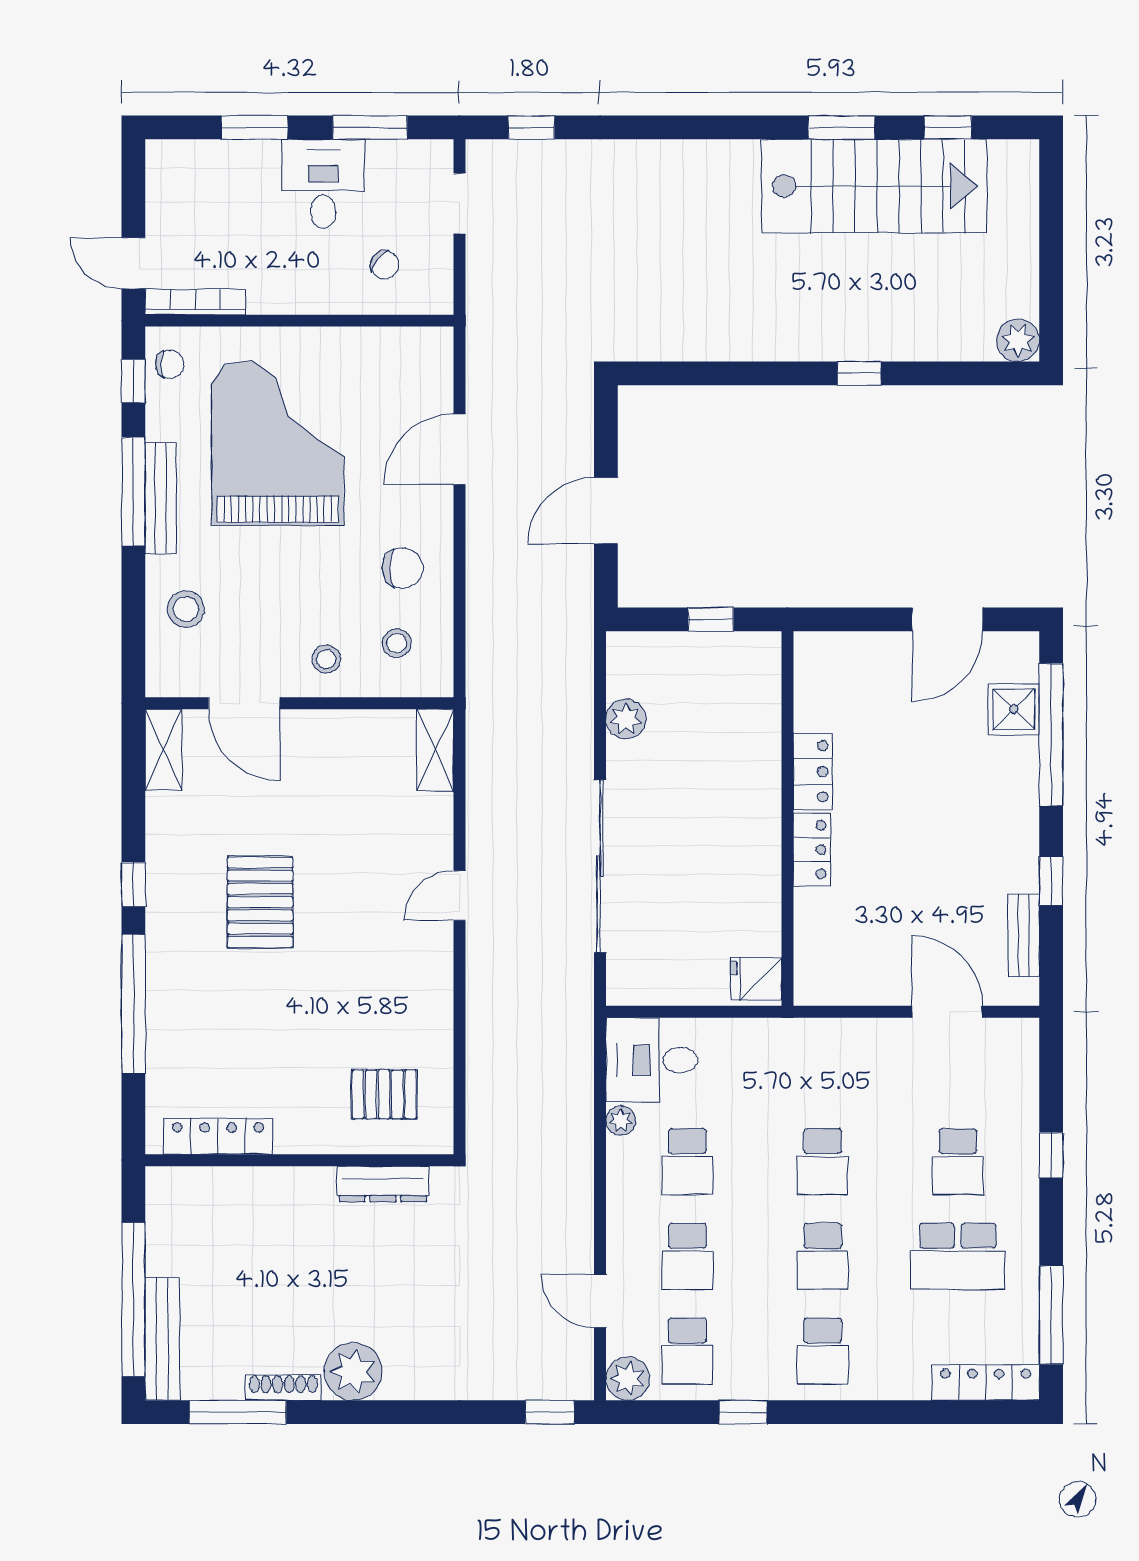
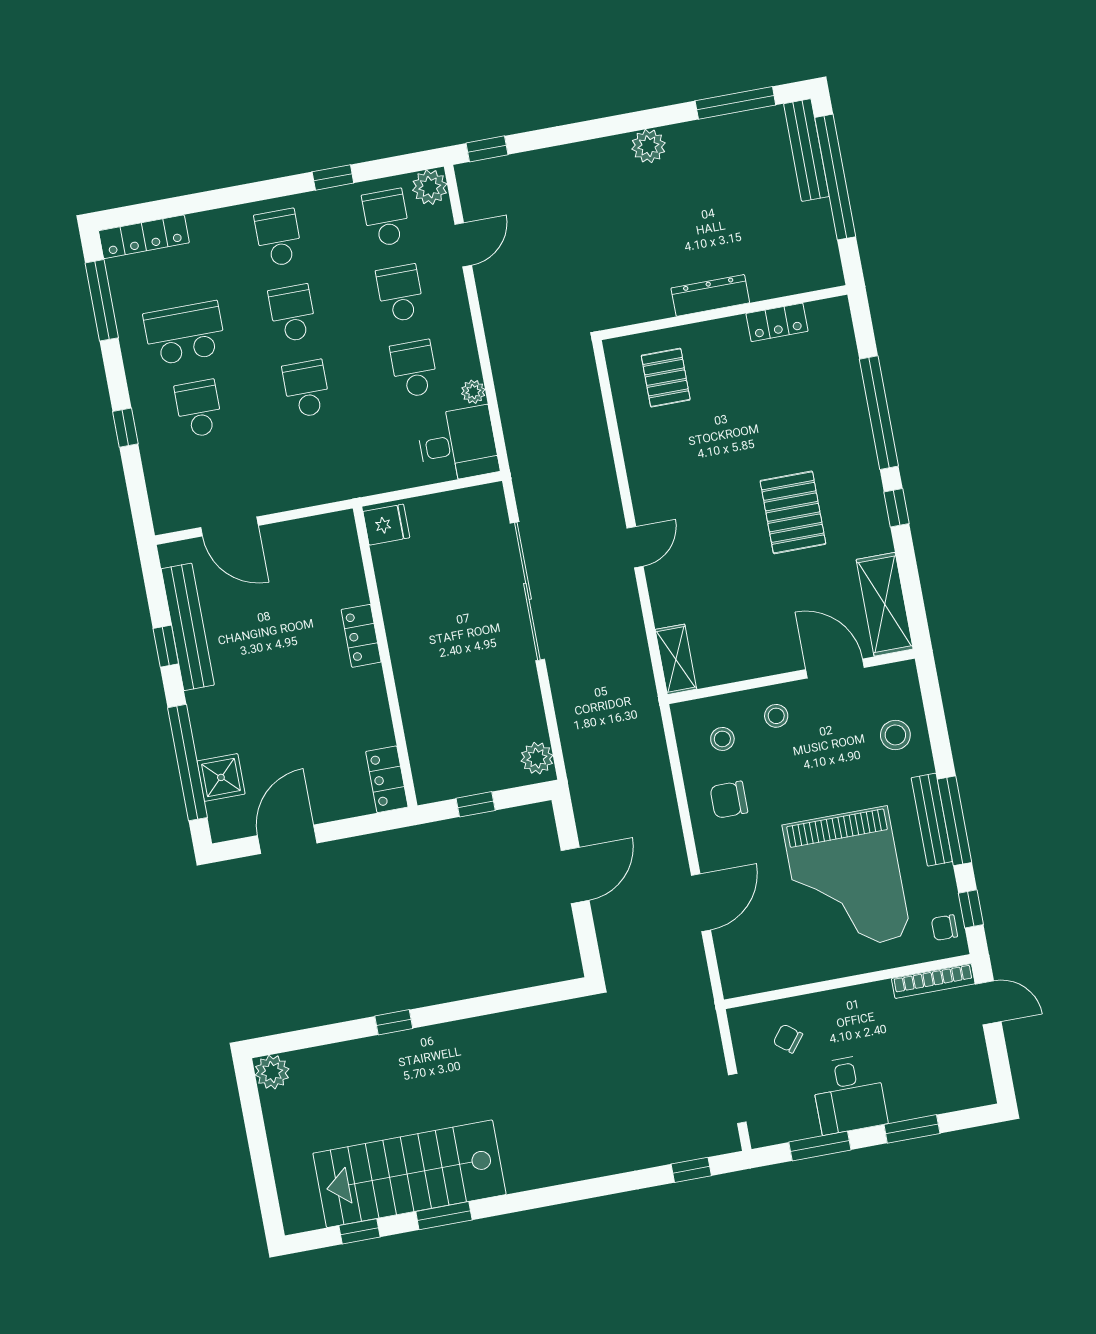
plant: (626, 719) -> (537, 758), moved
shelving: (163, 750) -> (885, 604), width x1.50, depth x1.33
locker: (813, 771) -> (387, 779), moved
bench: (1024, 935) -> (188, 627), width x1.86, depth x1.21
pallet: (384, 1094) -> (666, 378), turned 90
locker: (218, 1136) -> (777, 322), width x0.66
dresser: (383, 1184) -> (710, 295), moved
door: (600, 1301) -> (463, 245), hinge flipped
plant: (353, 1371) -> (648, 146), width x0.73, depth x0.73
shoe rack: (283, 1387) -> (703, 129), removed

